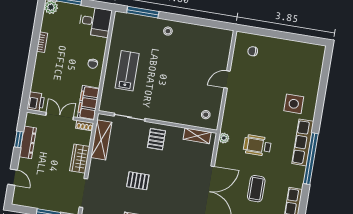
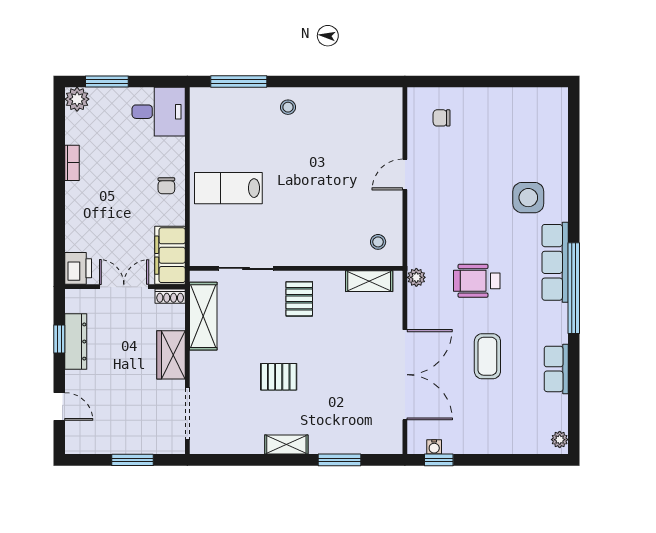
lab bench: (127, 71) -> (228, 188), turned -90

